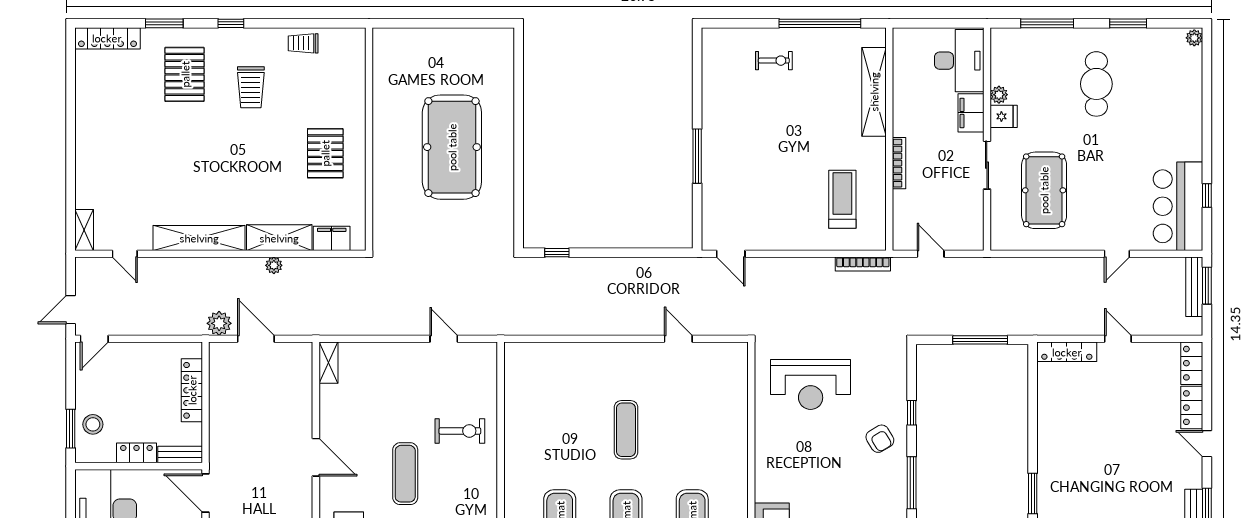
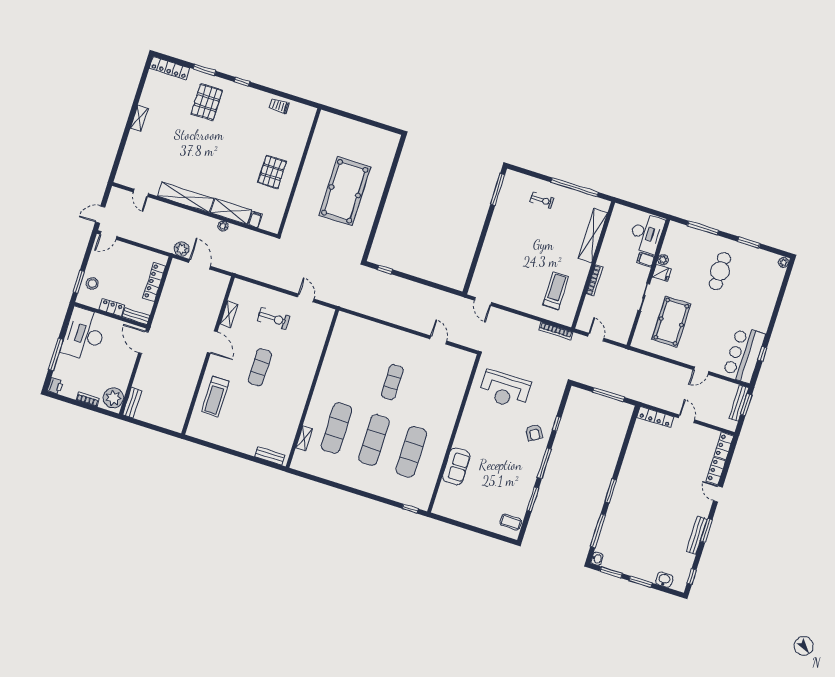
trolley: (251, 87) -> (242, 121), removed
filing cabinet: (971, 113) -> (646, 259), width x0.50
window: (697, 156) -> (498, 190), moved
shelving: (84, 230) -> (139, 118), moved
filing cabinet: (332, 238) -> (255, 220), width x0.50
shelving: (328, 363) -> (229, 314), moved
exercise bike: (460, 431) -> (273, 318), moved

